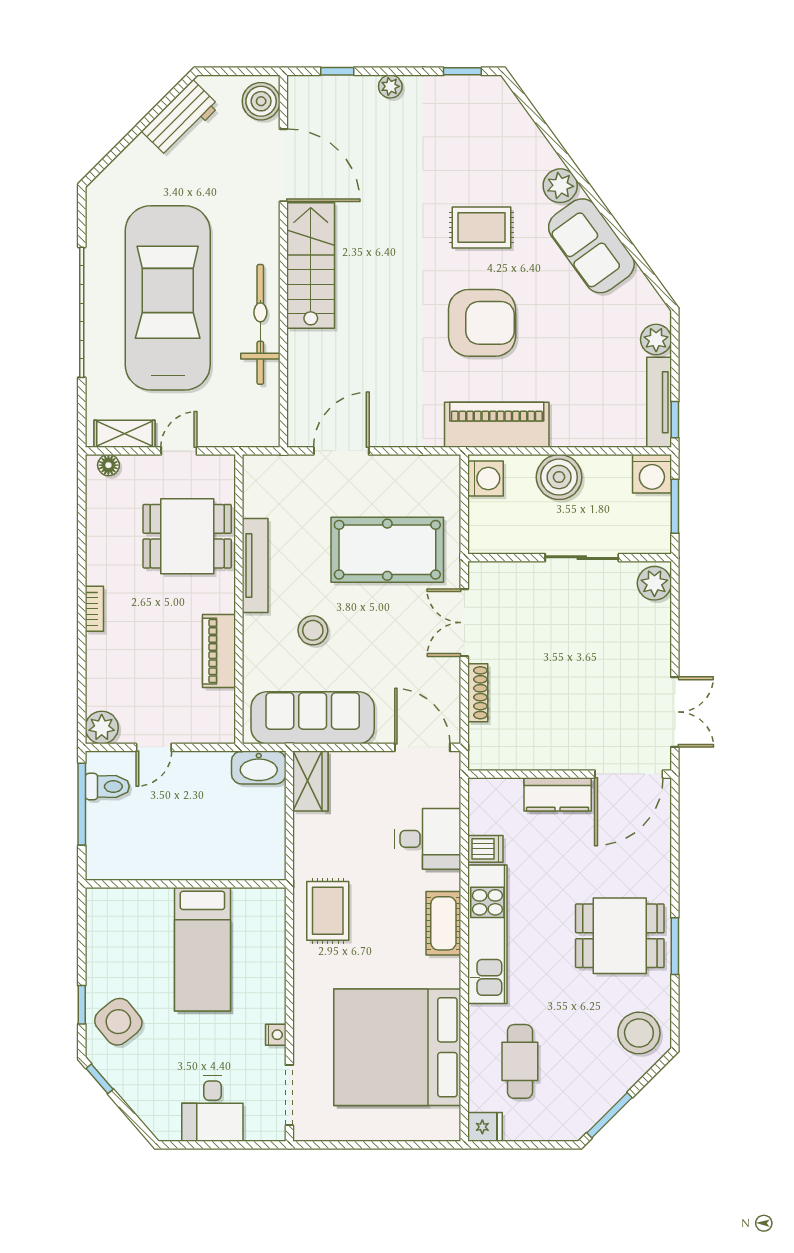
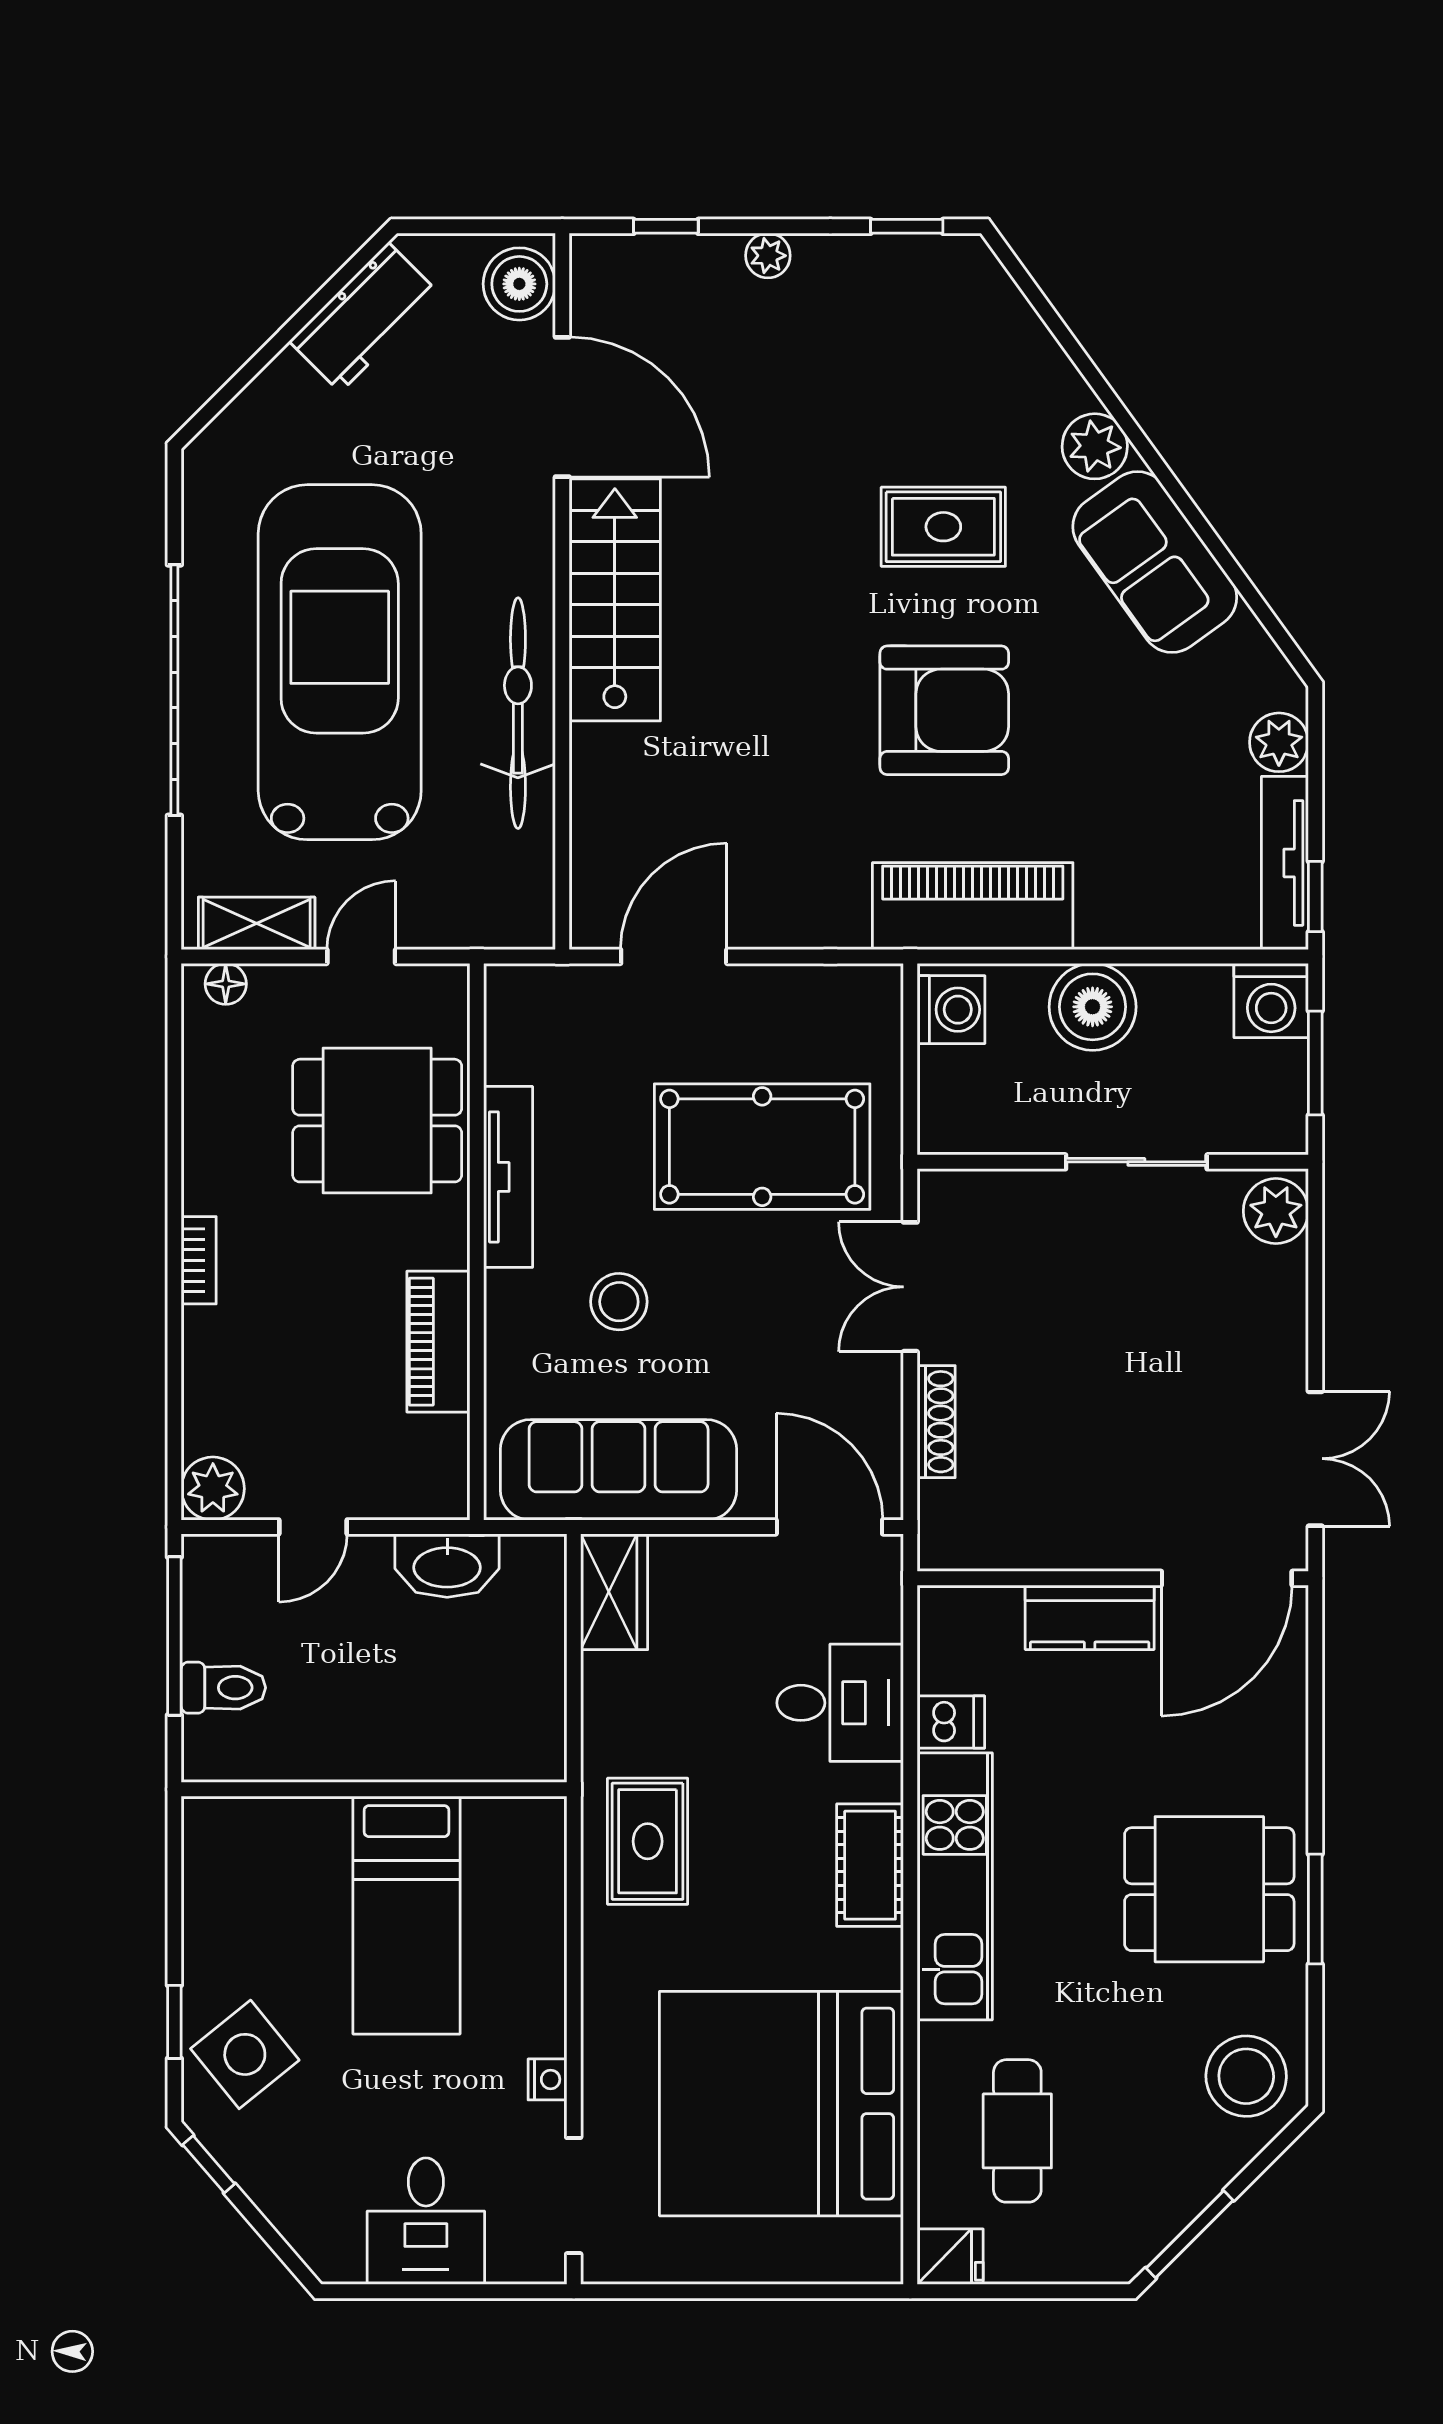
washbasin: (259, 768) -> (447, 1566), moved
toilet: (107, 787) -> (223, 1688), moved

